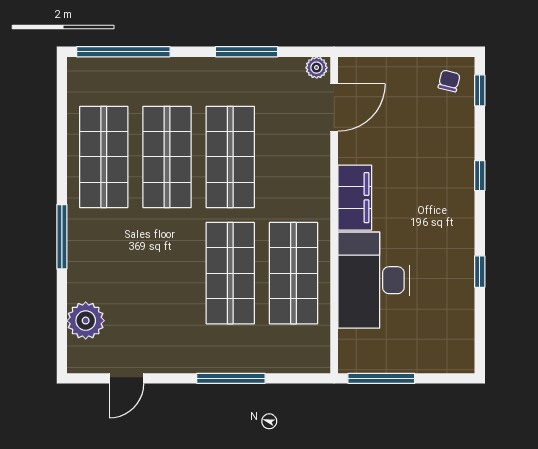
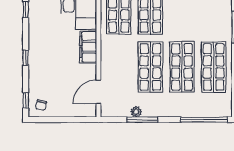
plant: (317, 68) -> (136, 112), moved

